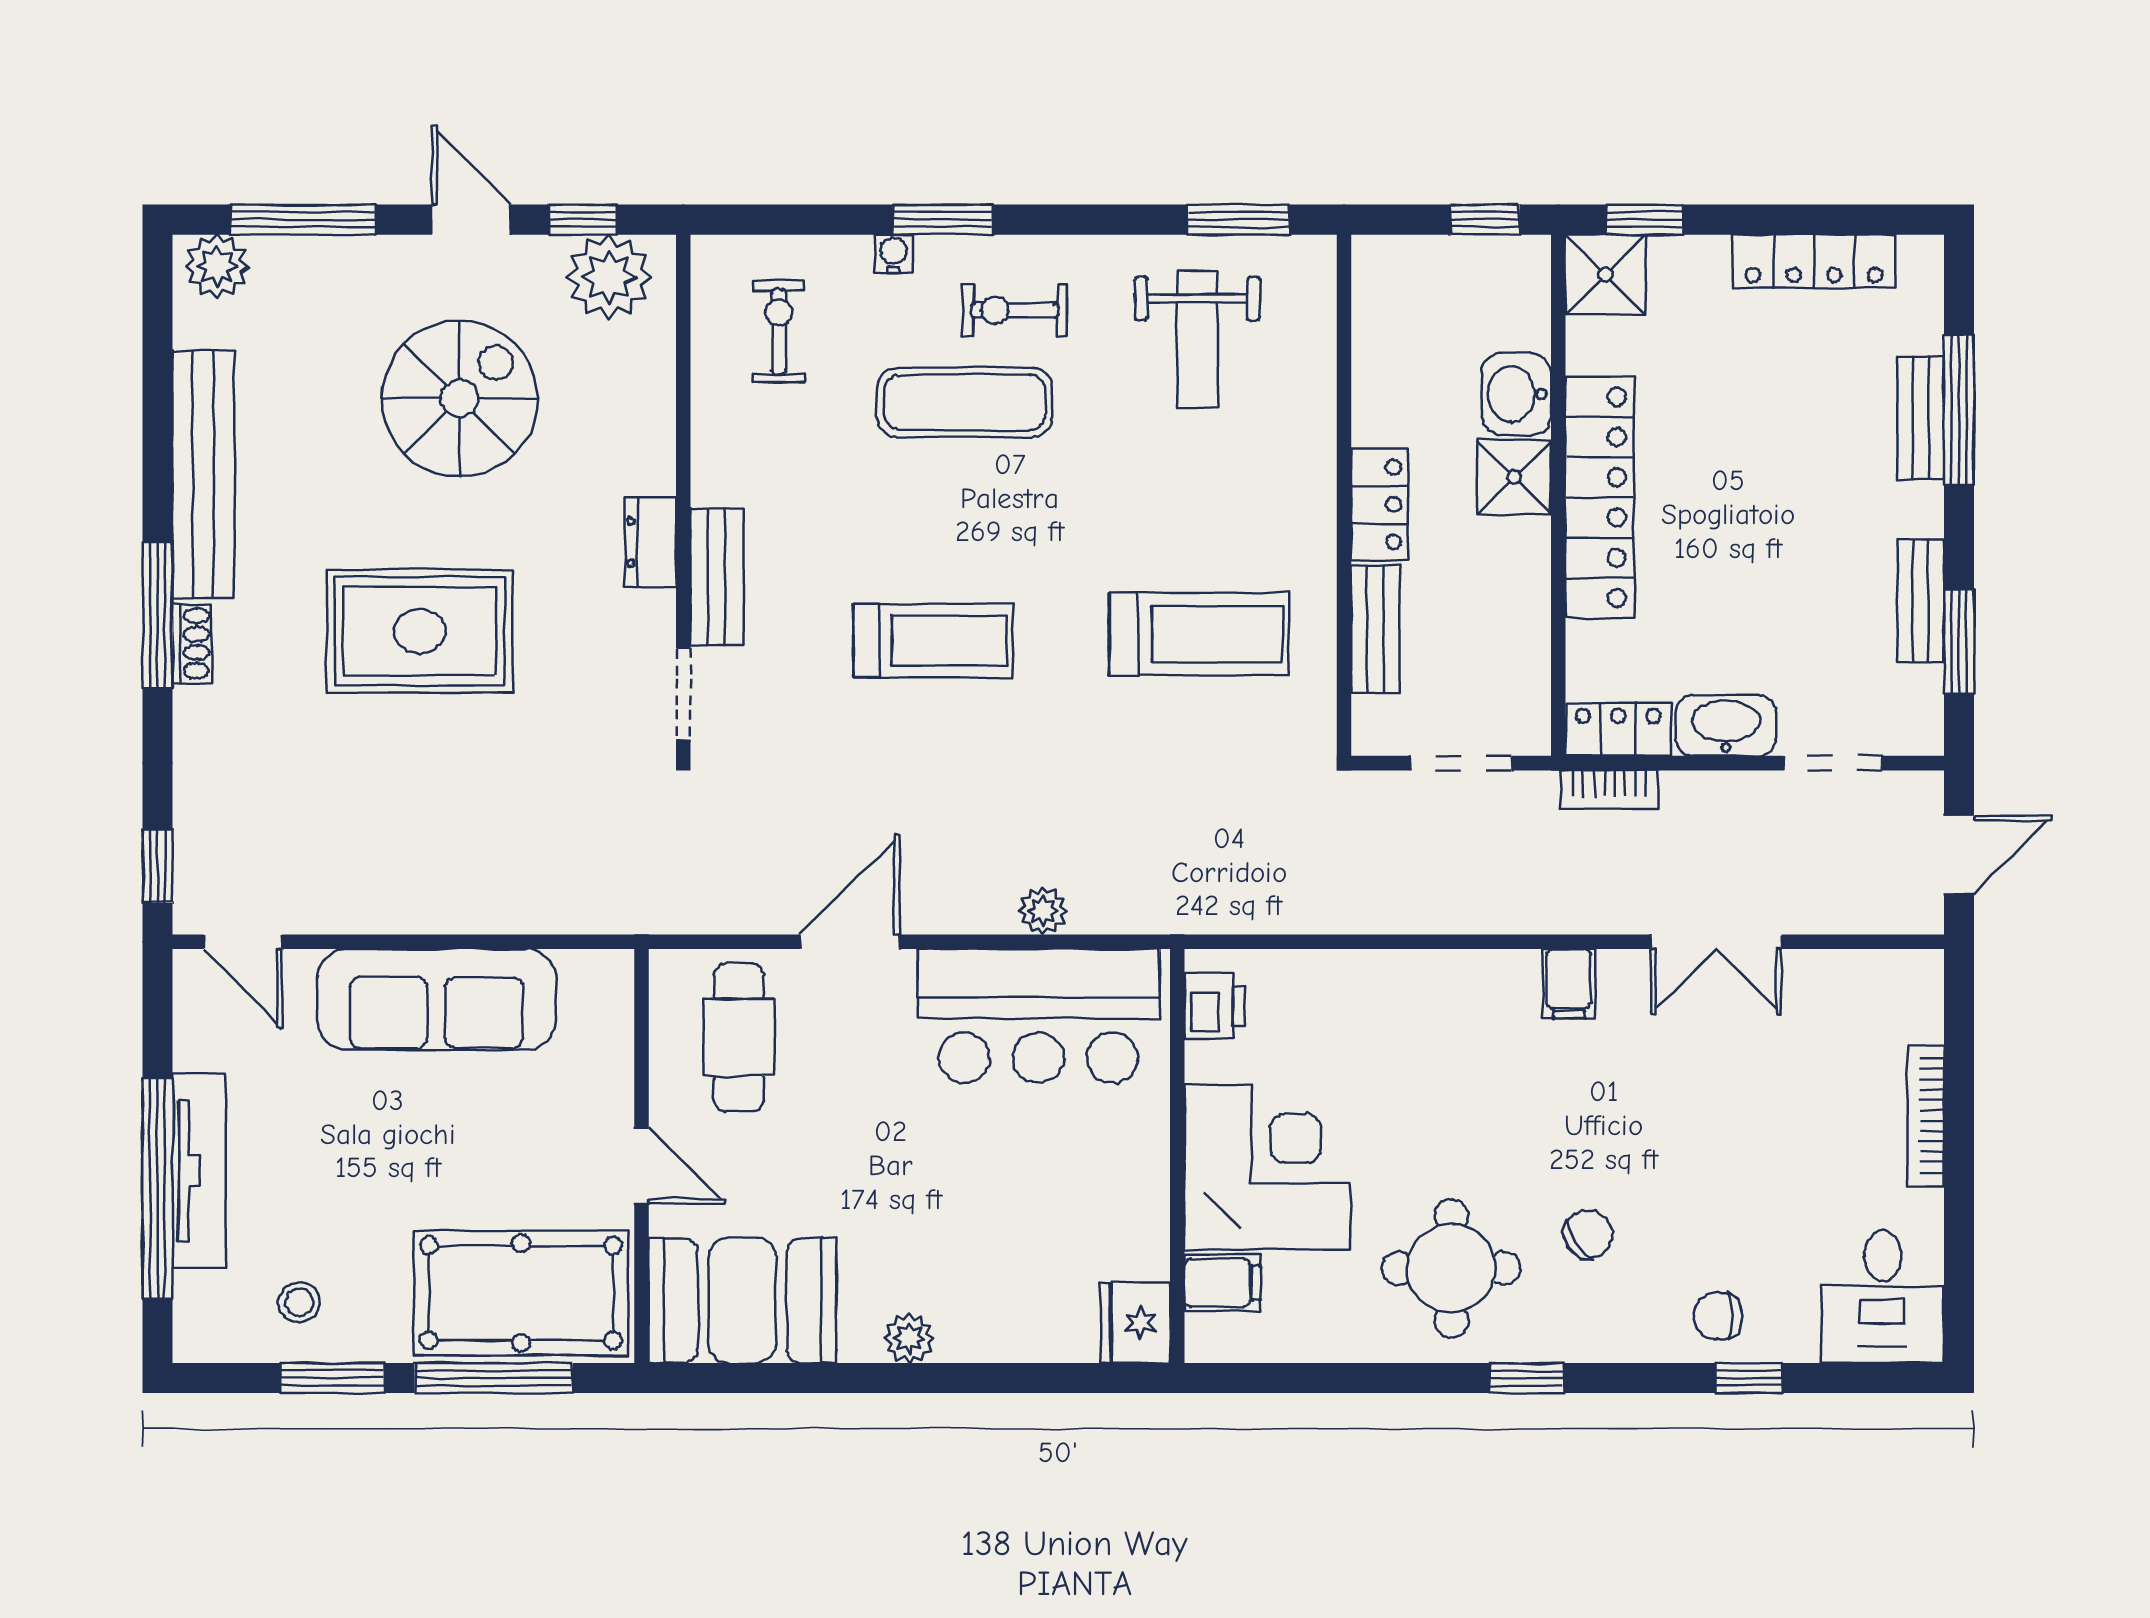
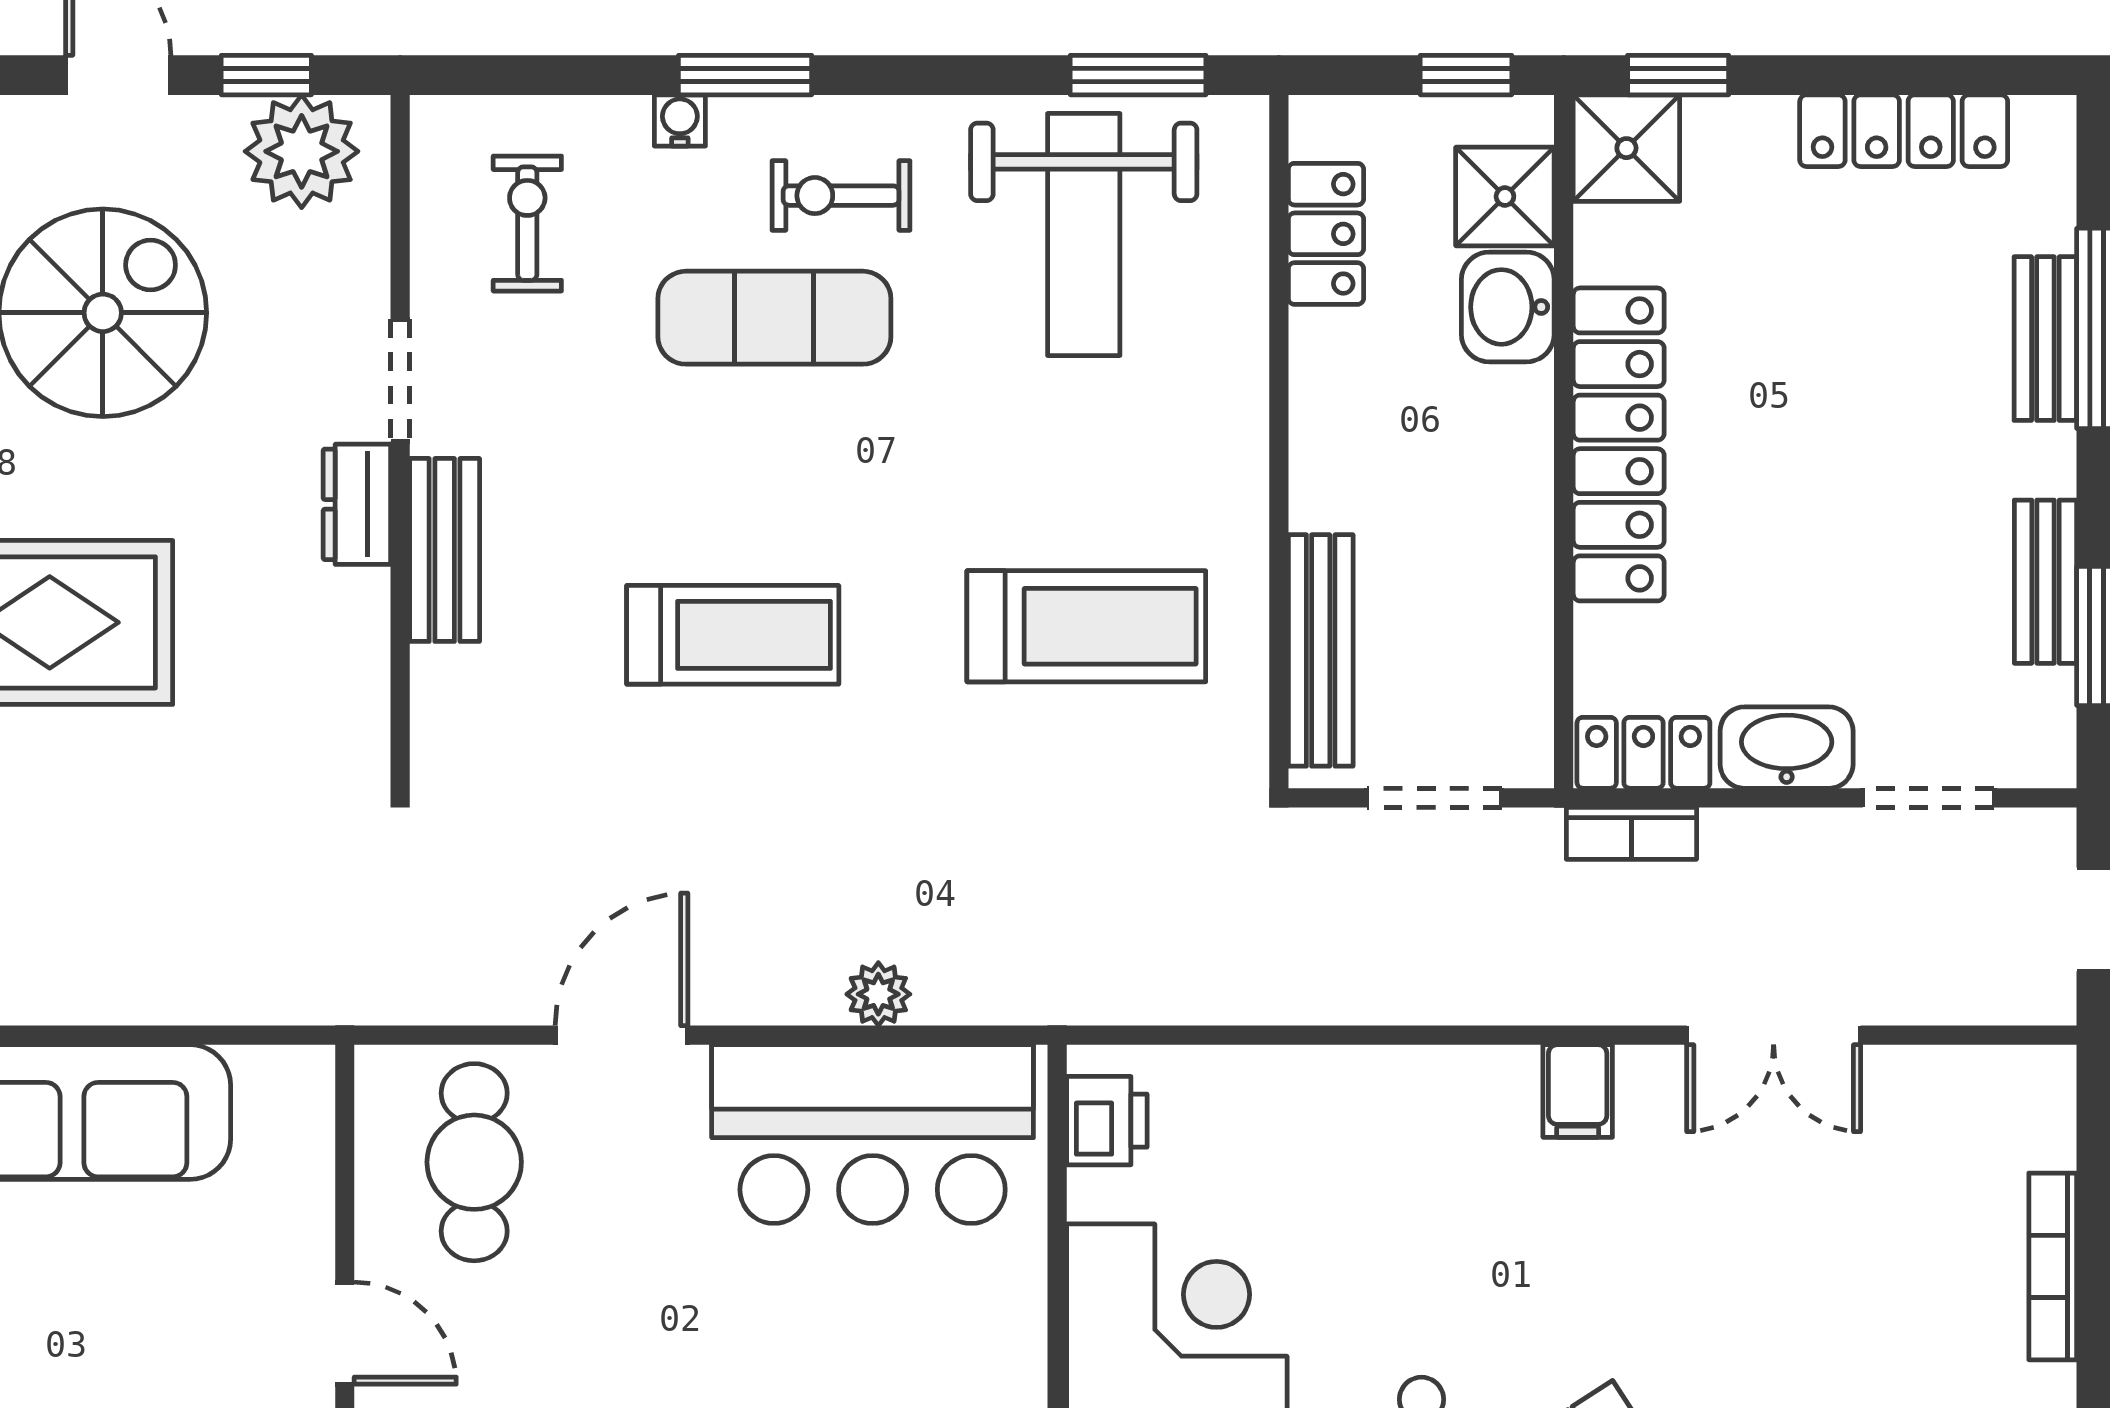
weight bench: (1197, 340) -> (1084, 235), width x1.36, depth x1.33
shower: (1514, 477) -> (1505, 196), moved
locker: (1379, 504) -> (1326, 234), moved
bench: (1376, 629) -> (1321, 650), width x1.36
doorway: (683, 694) -> (400, 380), moved

